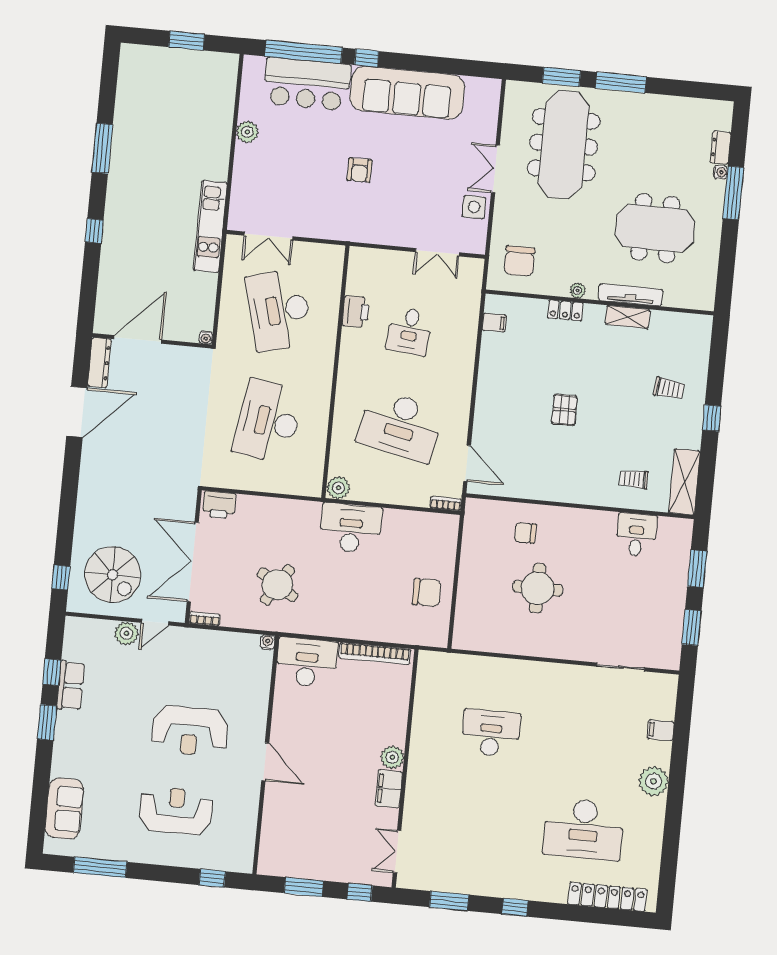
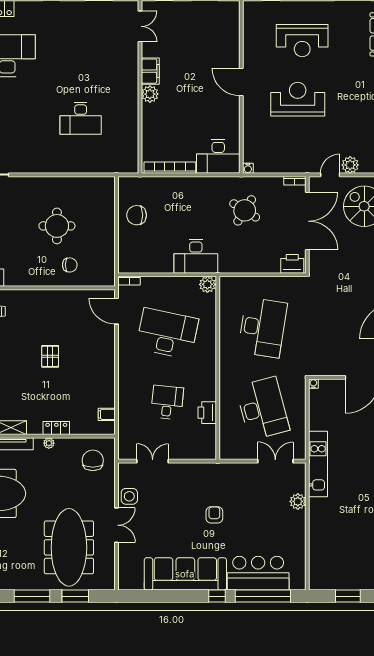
plant: (247, 132) -> (298, 501), moved

